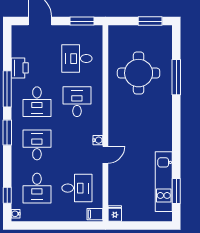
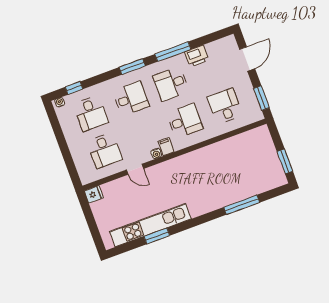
round table: (139, 73) -> (233, 168), removed
door: (105, 155) -> (135, 169), moved
kitchen unit: (164, 182) -> (150, 225), width x1.36
desk: (37, 188) -> (91, 113), turned -90
window: (176, 191) -> (157, 236), moved
filing cabinet: (95, 214) -> (166, 147), moved

